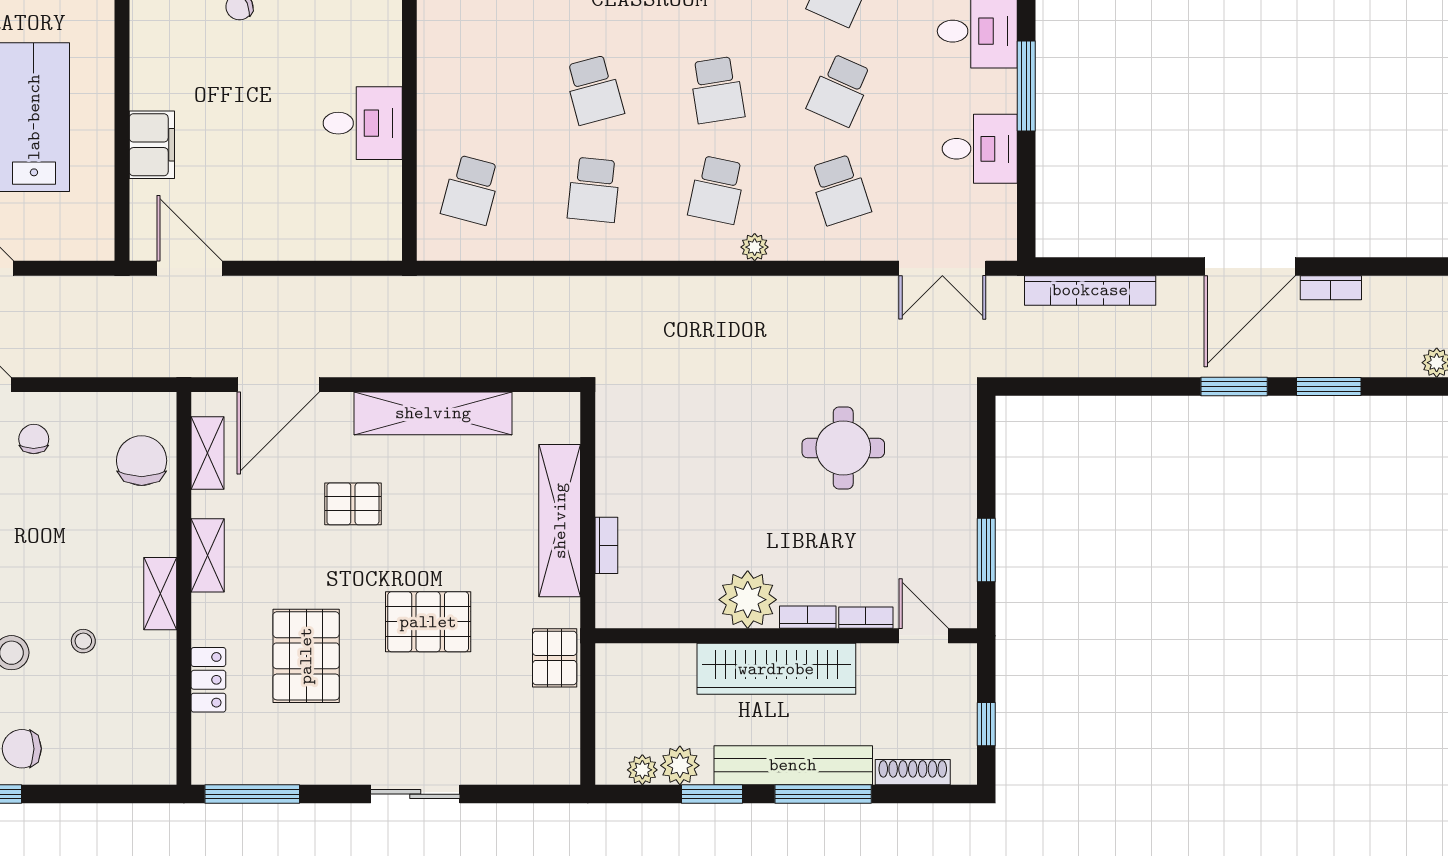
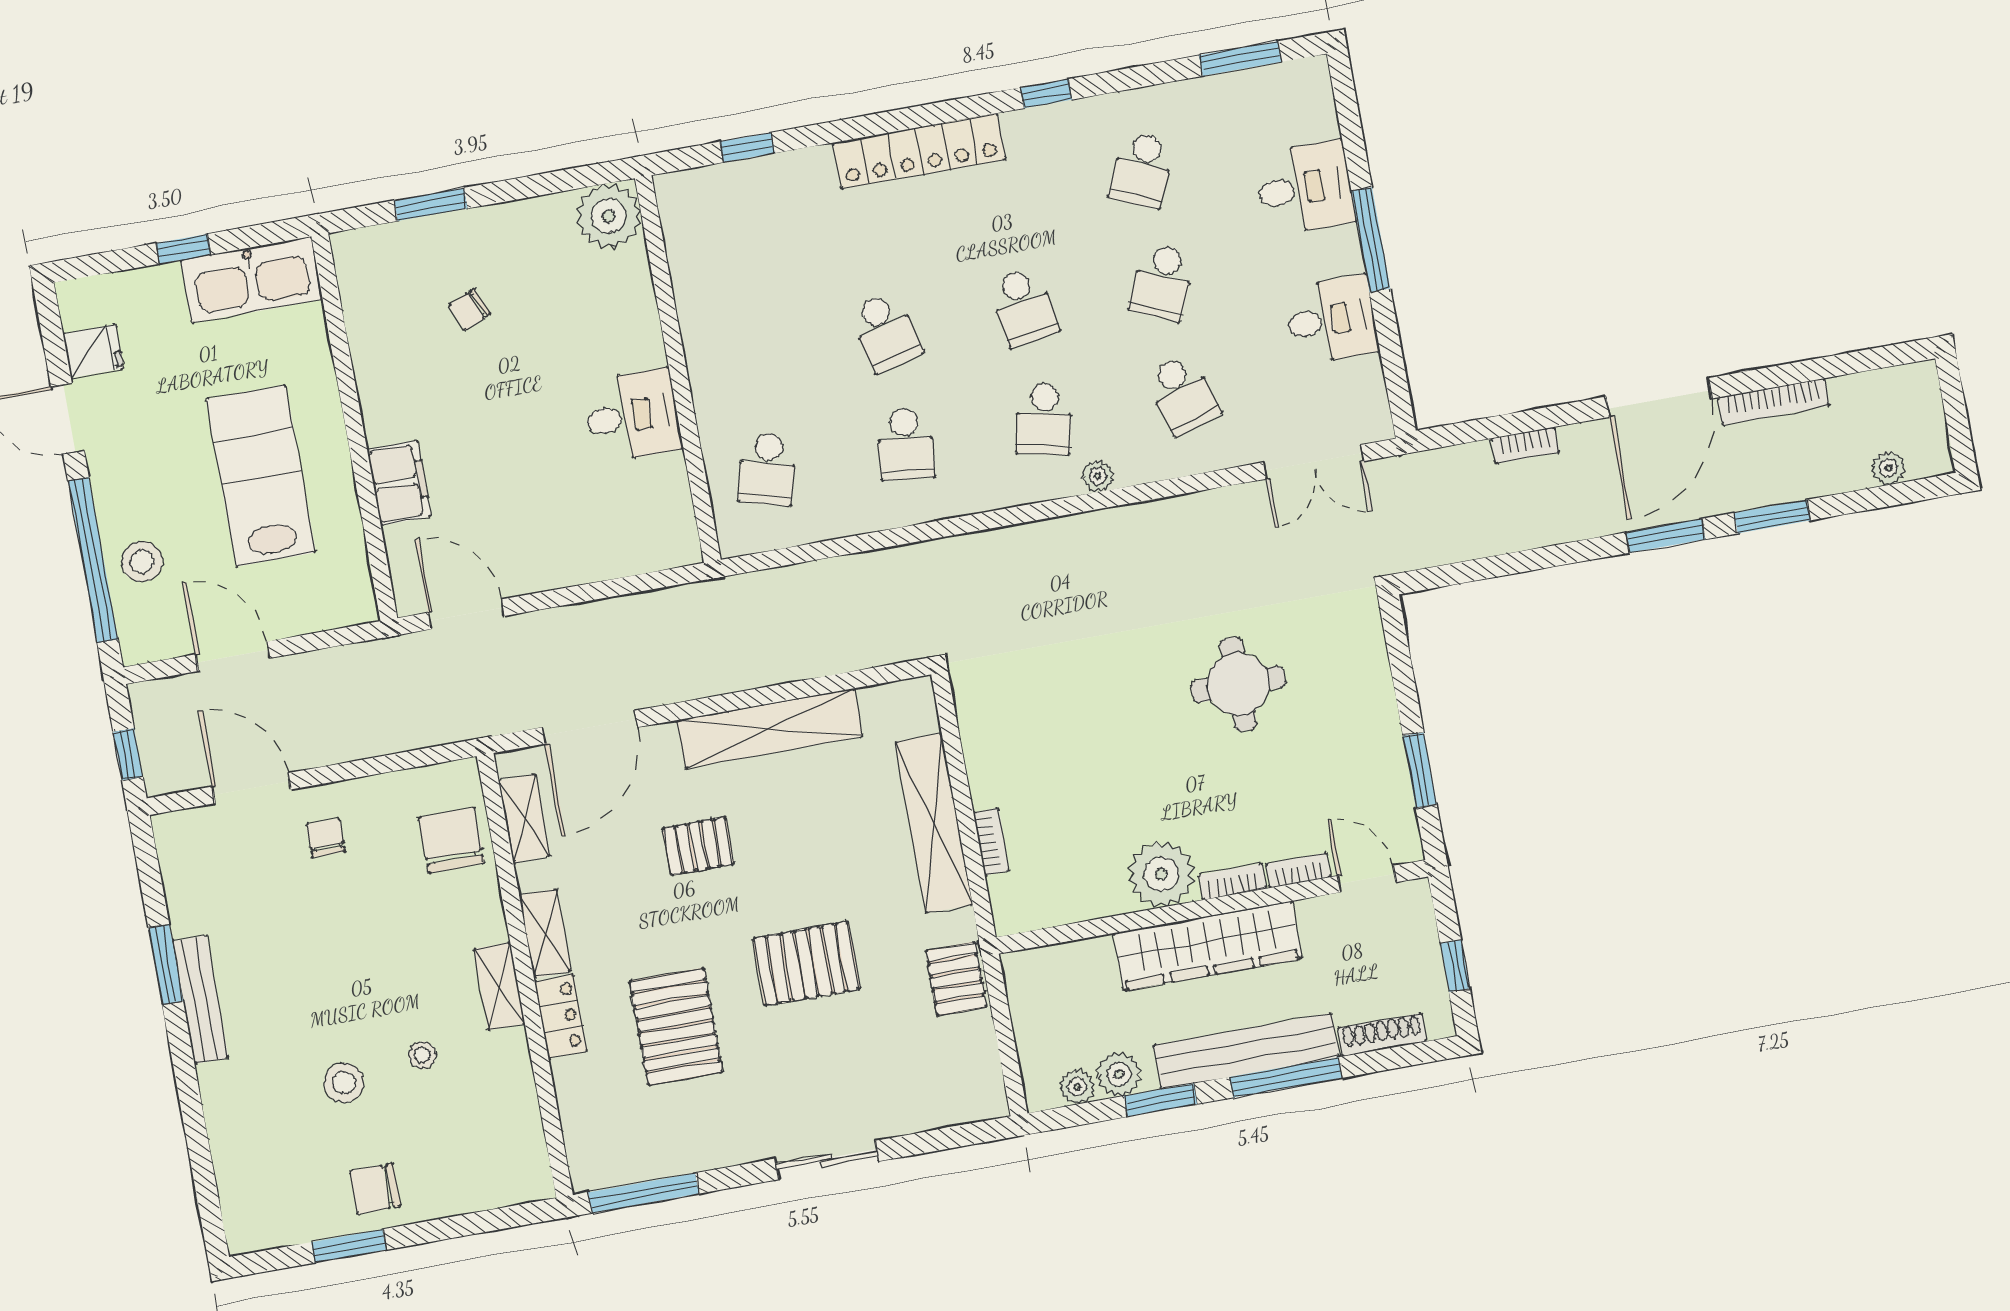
bookcase: (1331, 288) -> (1774, 402), width x1.56
bookcase: (1090, 290) -> (1525, 445), width x0.43, depth x0.76
locker: (208, 680) -> (561, 1016), moved

